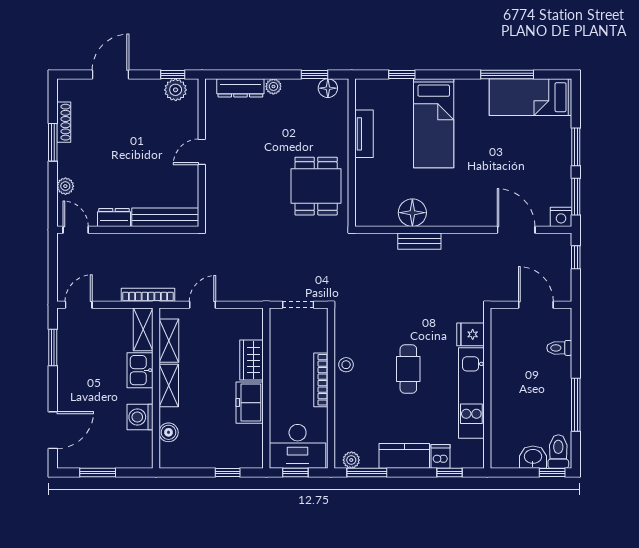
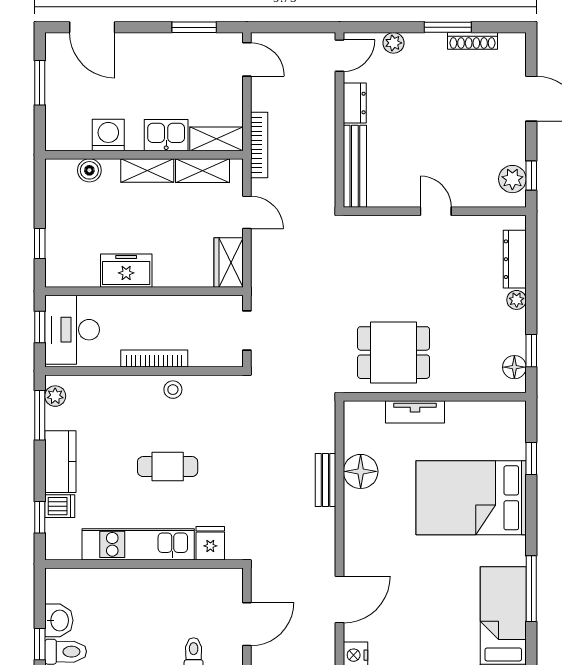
bed: (434, 123) -> (471, 498), width x1.50
tv unit: (364, 134) -> (415, 412), moved
wardrobe: (252, 360) -> (229, 262), moved, turned -90

